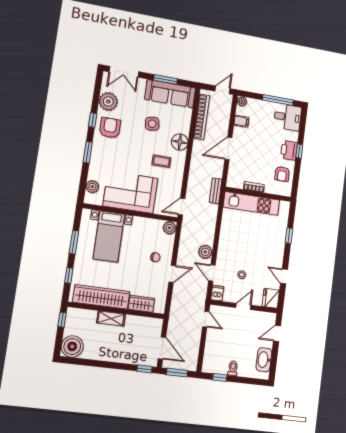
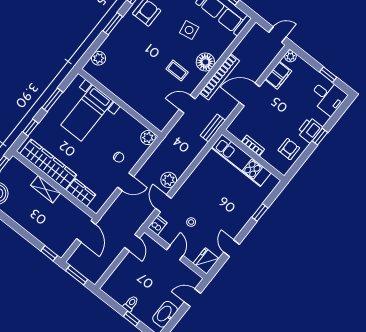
window: (278, 100) -> (328, 75), width x0.46
bookcase: (202, 117) -> (219, 77), moved
filing cabinet: (241, 121) -> (278, 75), width x2.00
armchair: (282, 174) -> (289, 149), turned 180
corner sofa: (130, 192) -> (131, 83), removed
door: (182, 207) -> (187, 104), moved
door: (243, 306) -> (175, 253), hinge flipped
door: (162, 348) -> (86, 231), moved
window: (220, 377) -> (132, 319), moved

